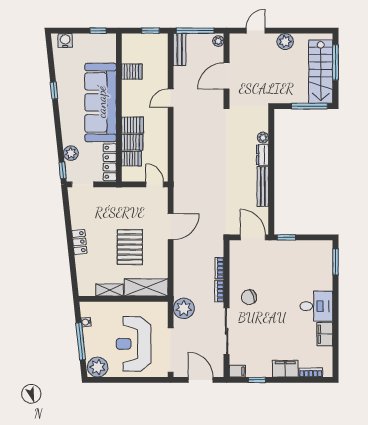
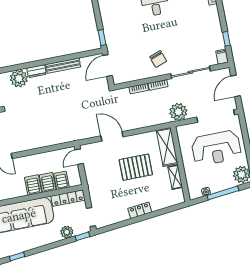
plant: (263, 138) -> (19, 78), width x1.88, depth x1.88
filing cabinet: (285, 369) -> (212, 17), removed

